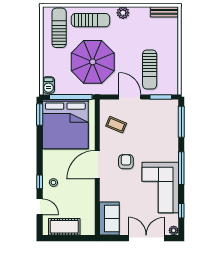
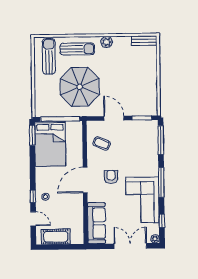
sun lounger: (150, 70) -> (131, 93), removed
barbecue: (49, 85) -> (40, 108), removed
bed: (65, 124) -> (50, 144), width x0.73
sofa: (109, 218) -> (97, 223), width x1.36

